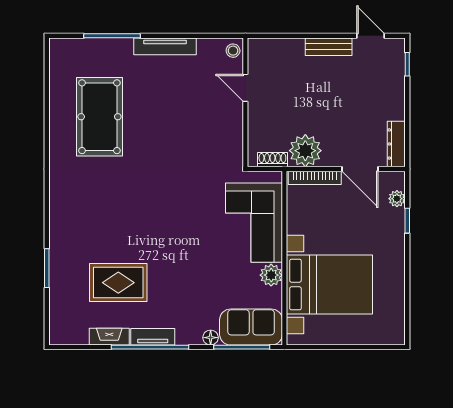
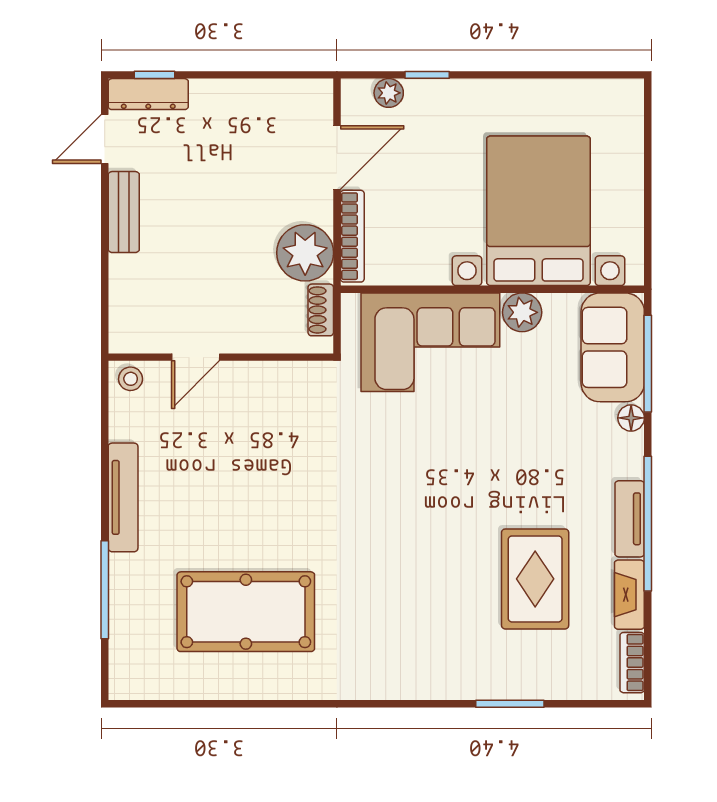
dresser: (396, 144) -> (148, 94), moved
bookcase: (70, 338) -> (632, 663), added

